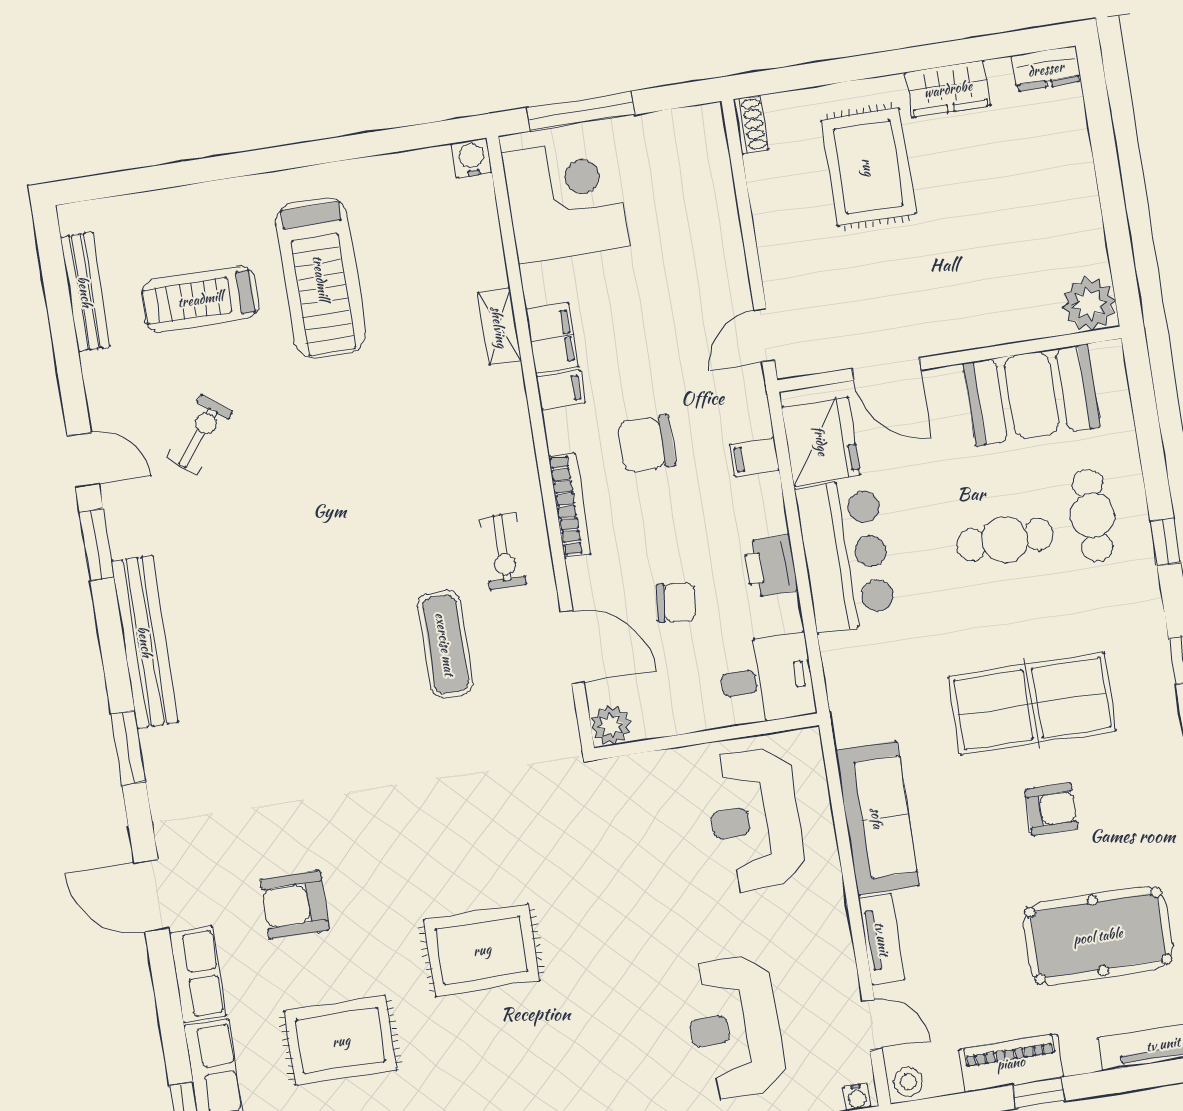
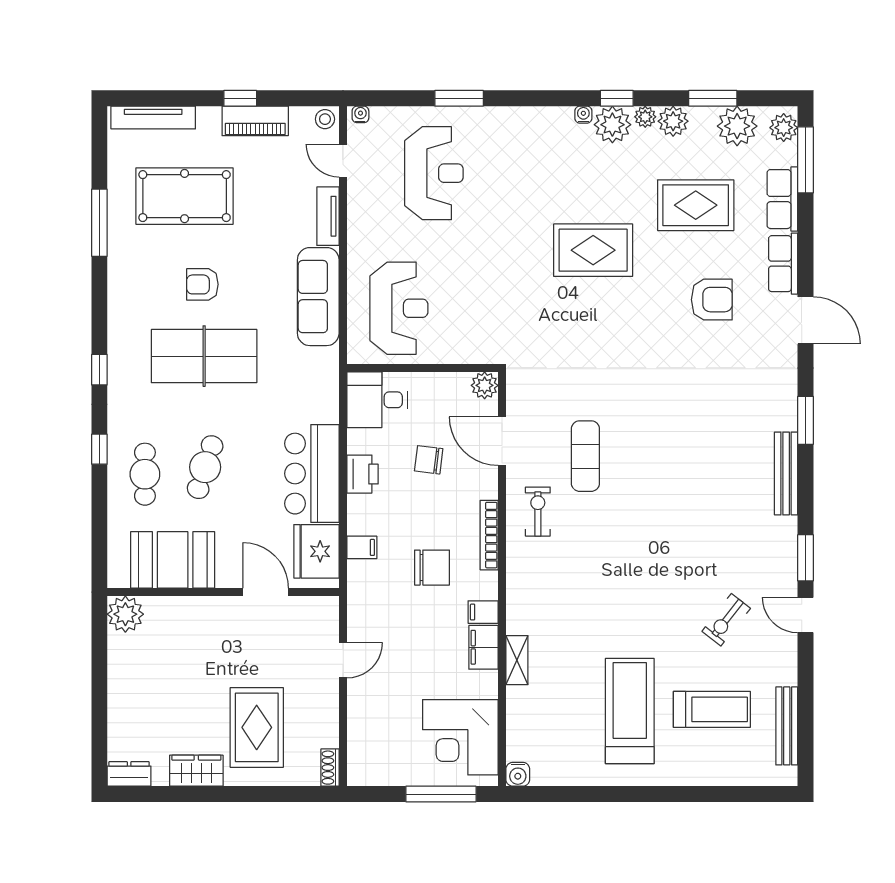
door: (764, 335) -> (343, 660), moved
cafe table: (1005, 540) -> (205, 467), turned -72
bench: (145, 642) -> (786, 473), width x0.73, depth x0.82

